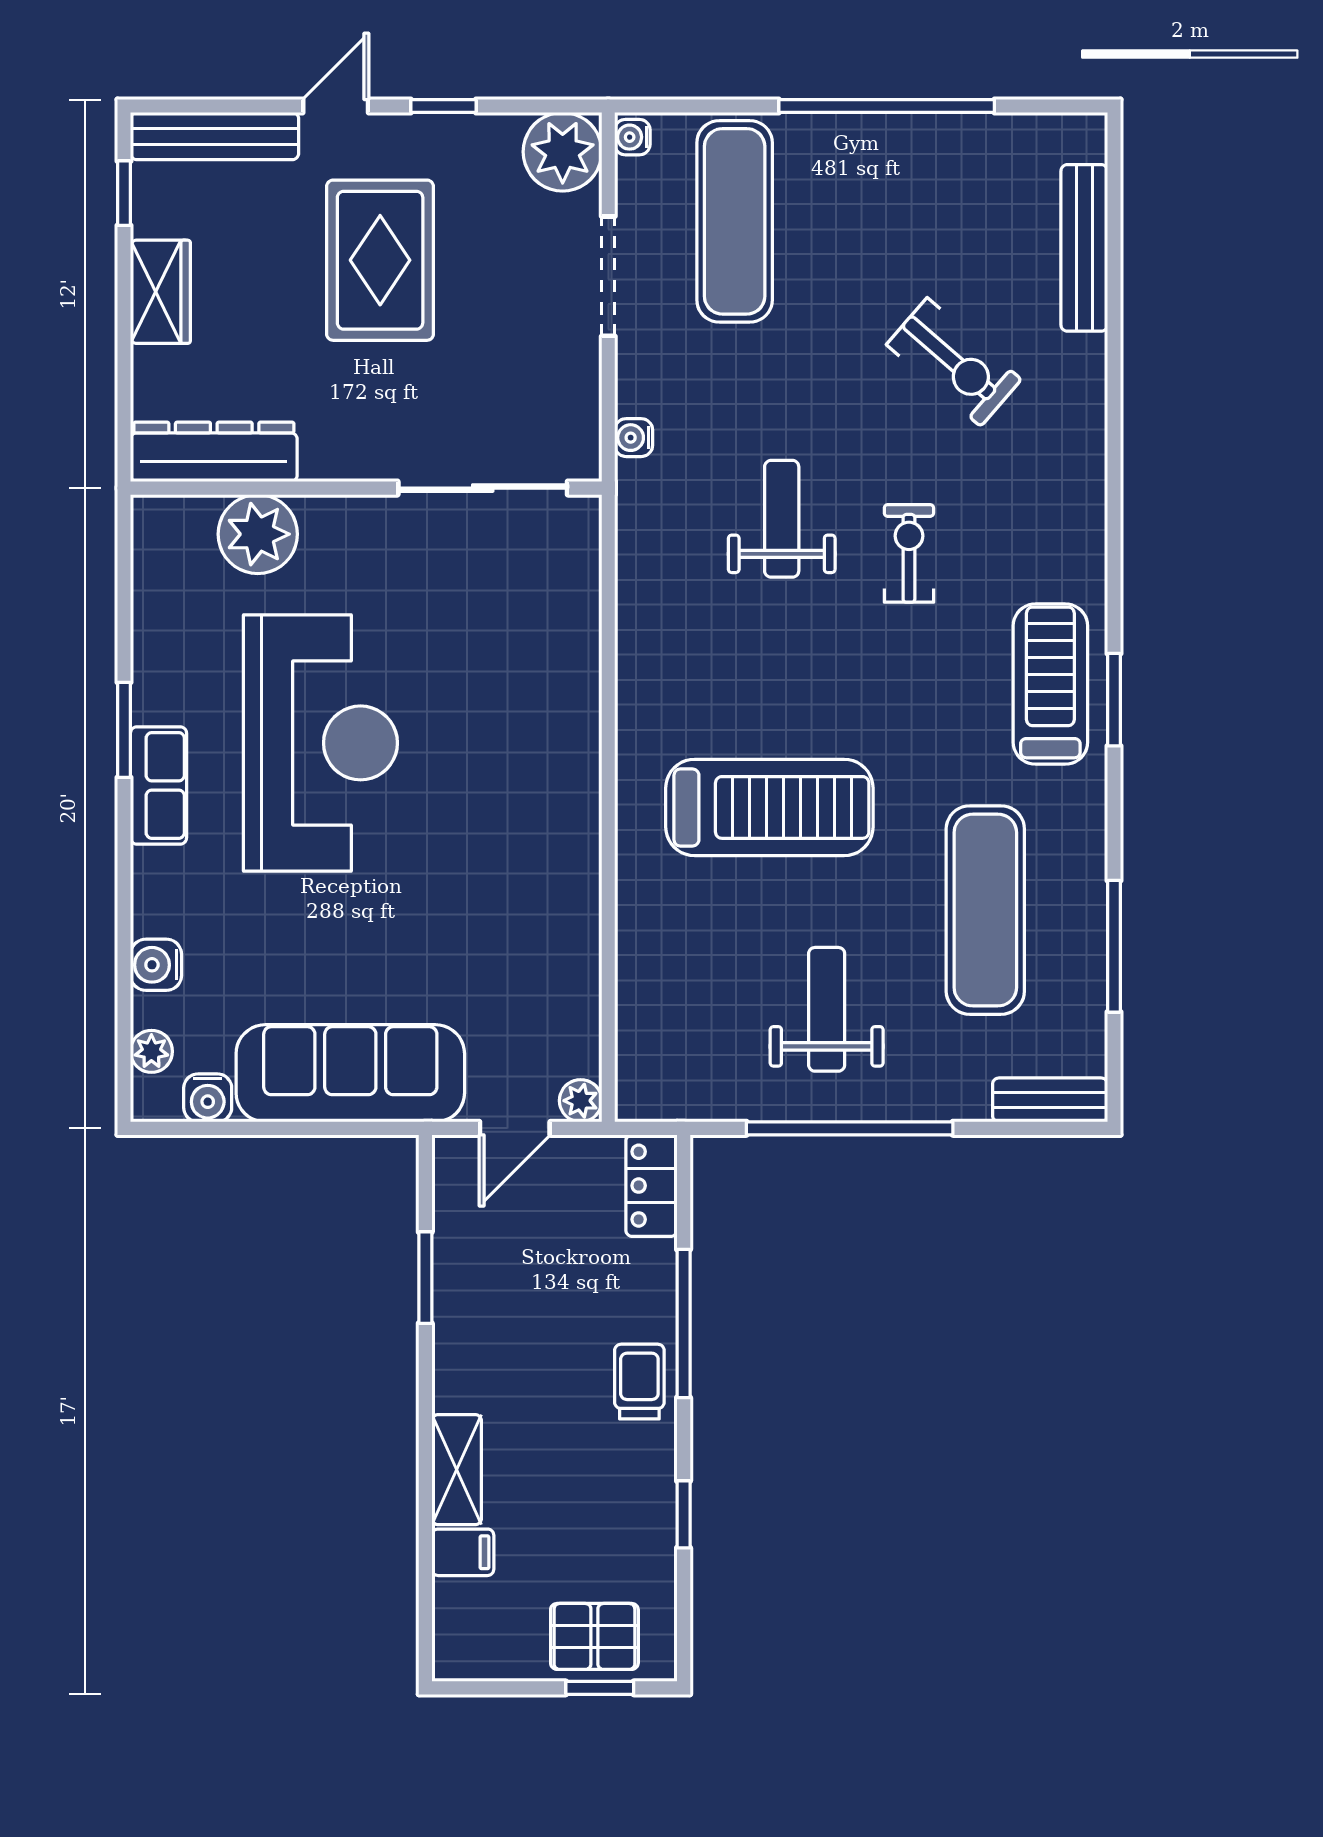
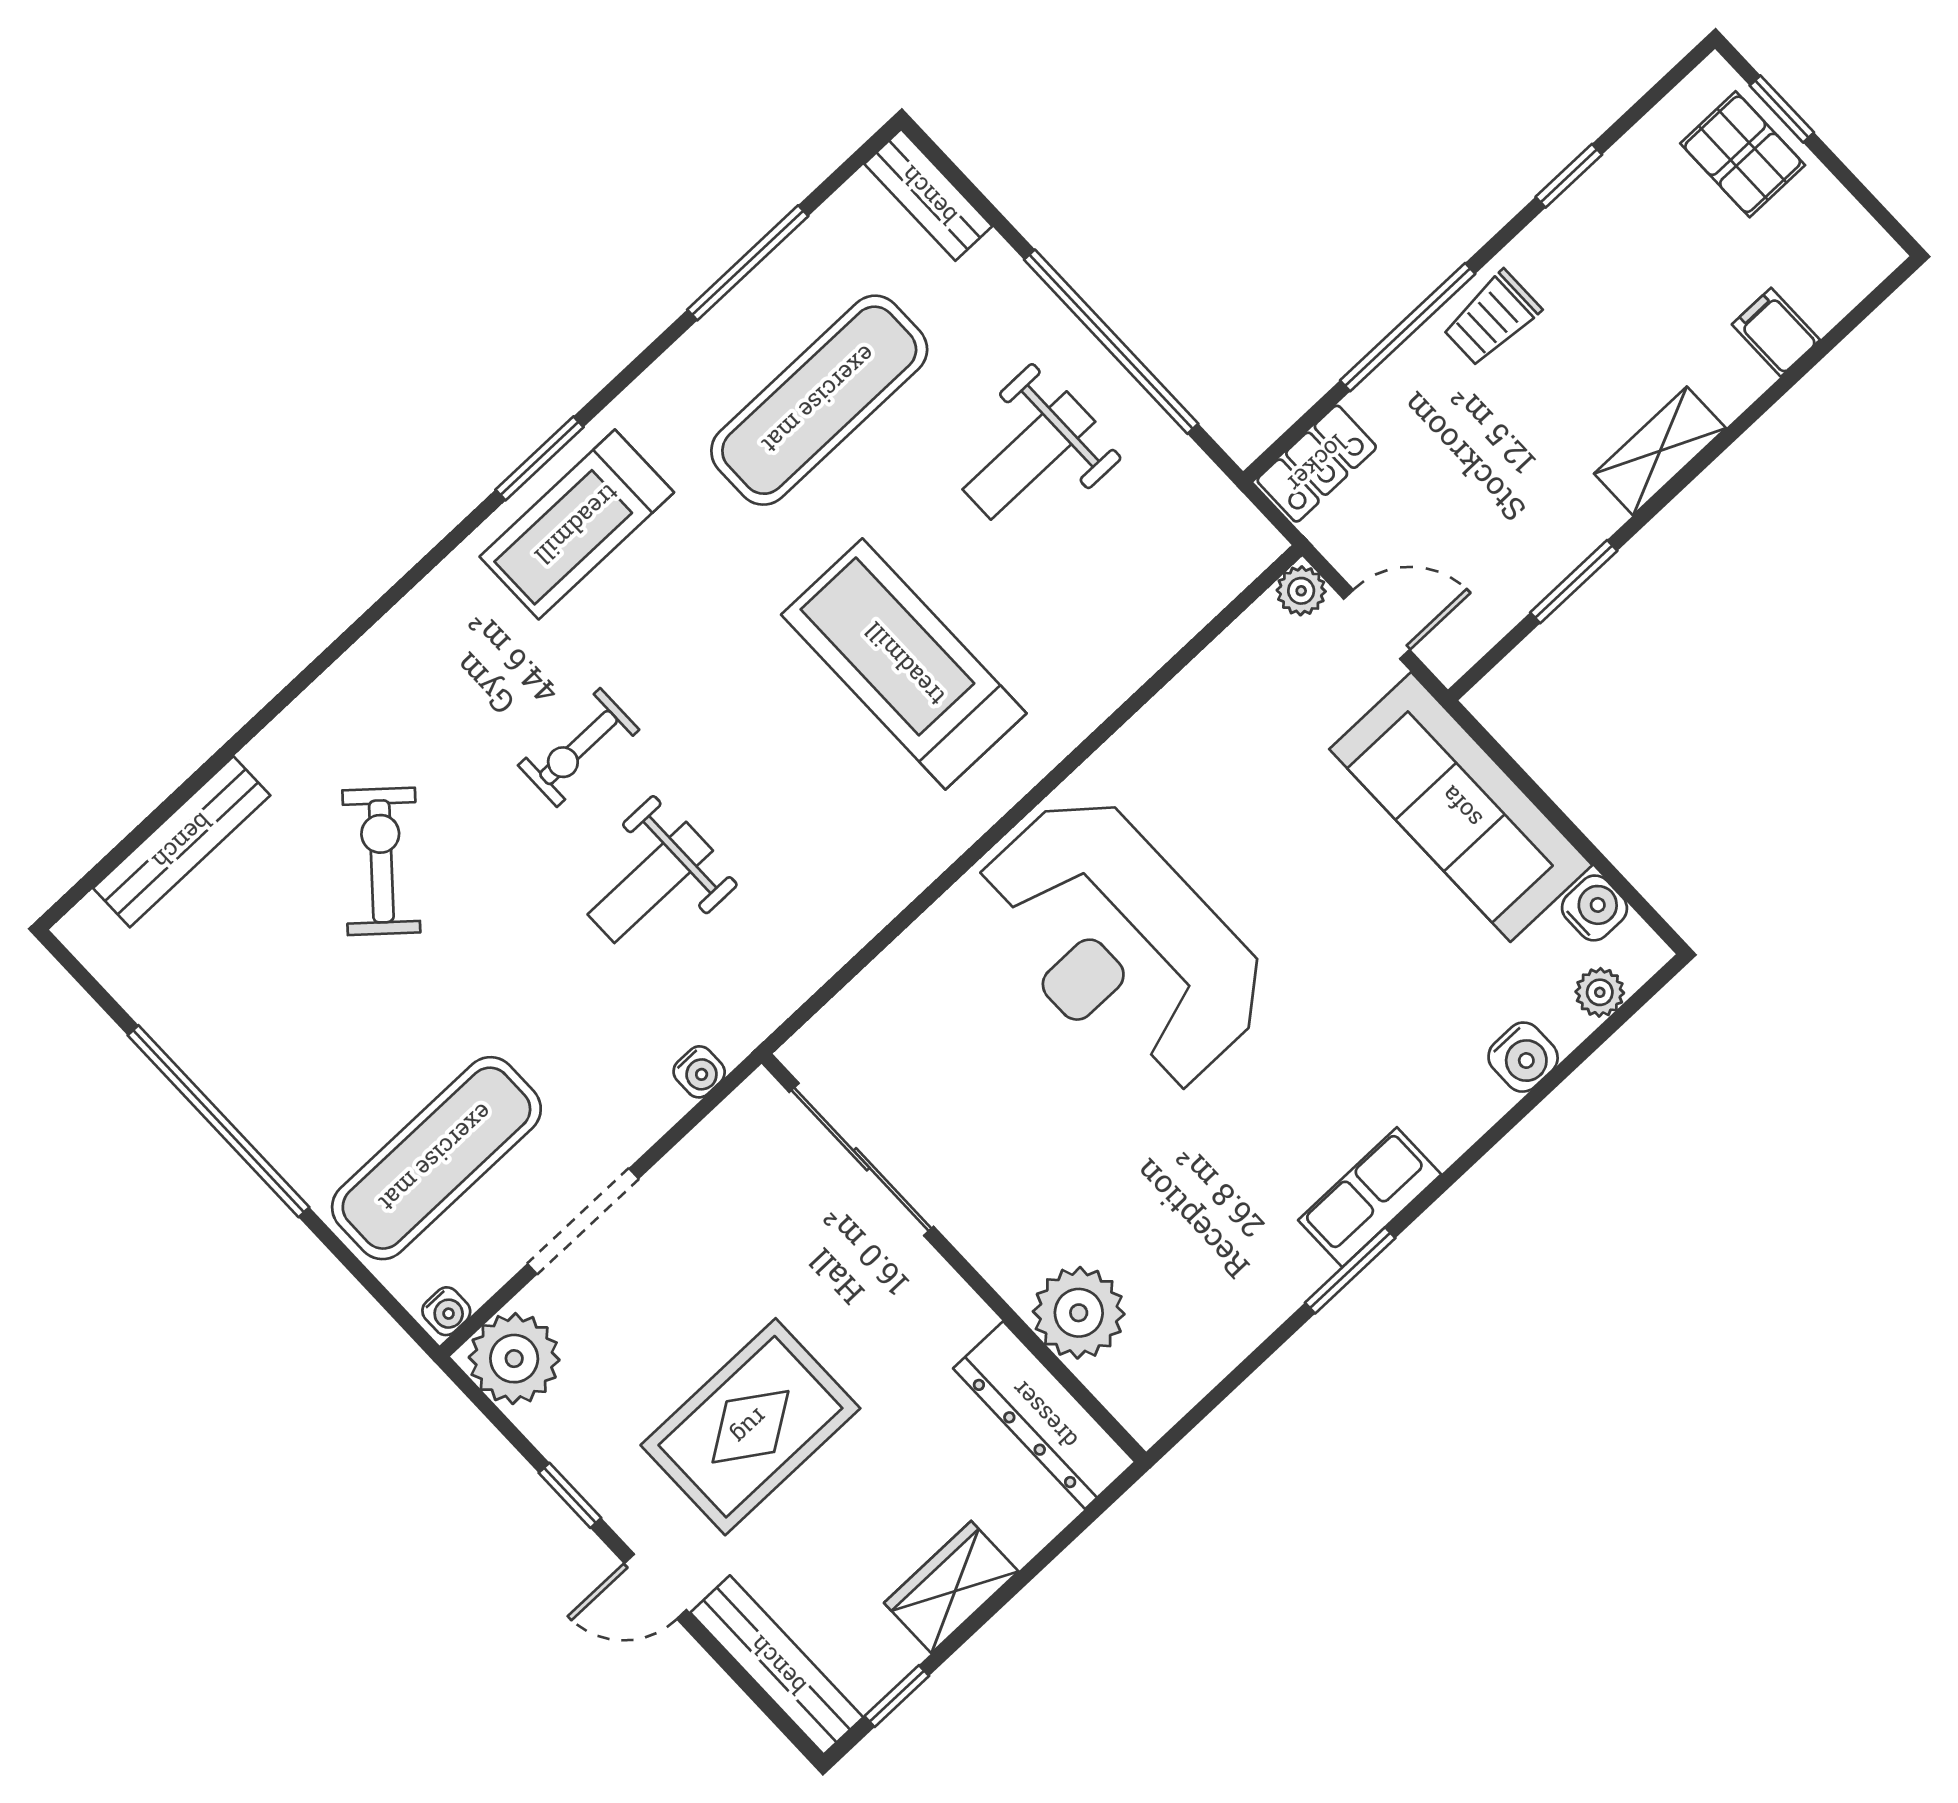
reception desk: (320, 743) -> (1121, 944), moved, turned -90
shelving: (457, 1470) -> (1660, 451), moved

